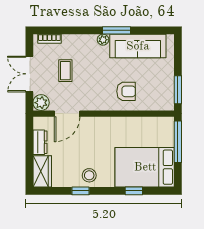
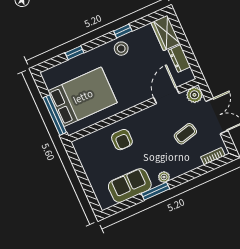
sofa: (138, 46) -> (130, 186), width x0.73
coffee table: (65, 71) -> (185, 134), turned 76
window: (178, 90) -> (76, 162), removed
armchair: (126, 91) -> (122, 140), turned -90
bed: (145, 167) -> (83, 97), moved

